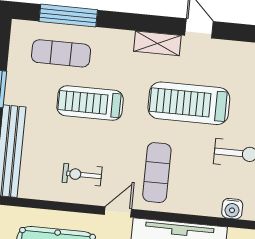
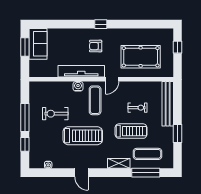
shelving: (157, 43) -> (119, 163), moved
exercise bike: (82, 175) -> (137, 108), moved
water cooler: (232, 209) -> (78, 86), moved

